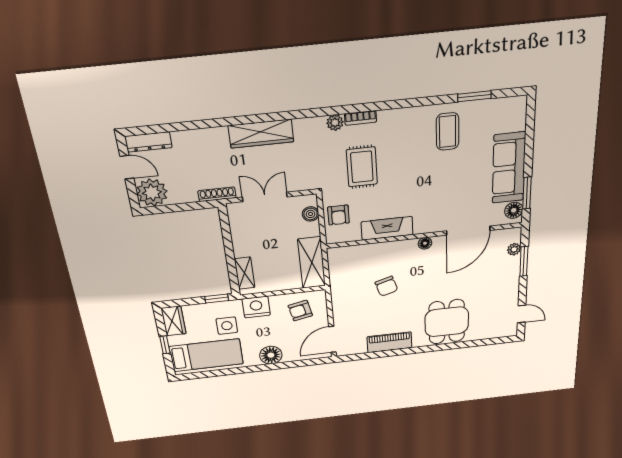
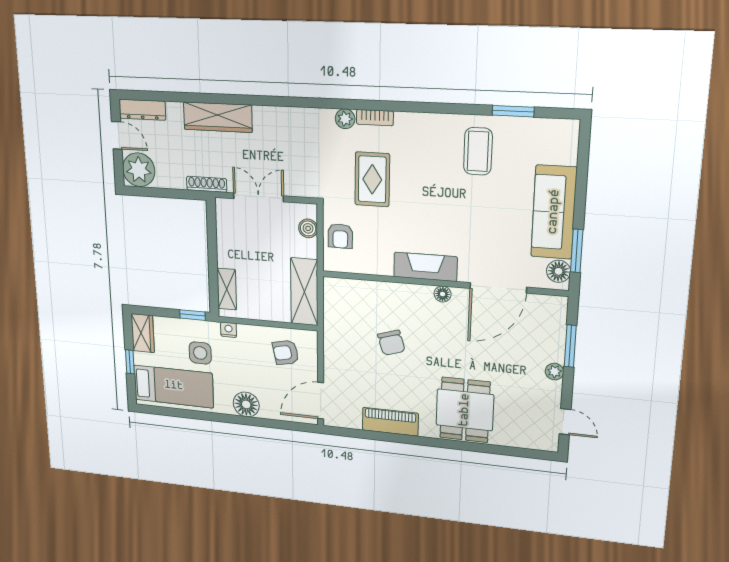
wardrobe: (261, 134) -> (218, 117), moved
fireplace: (387, 228) -> (425, 267), moved
plant: (514, 249) -> (555, 372), moved
nightstand: (256, 307) -> (229, 330), width x0.53, depth x0.56

